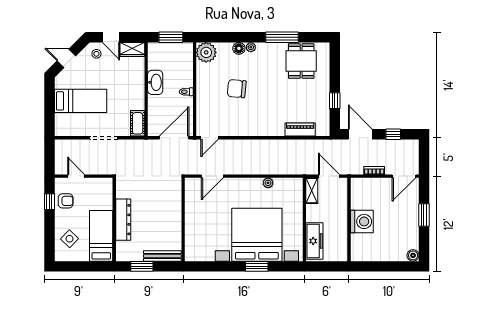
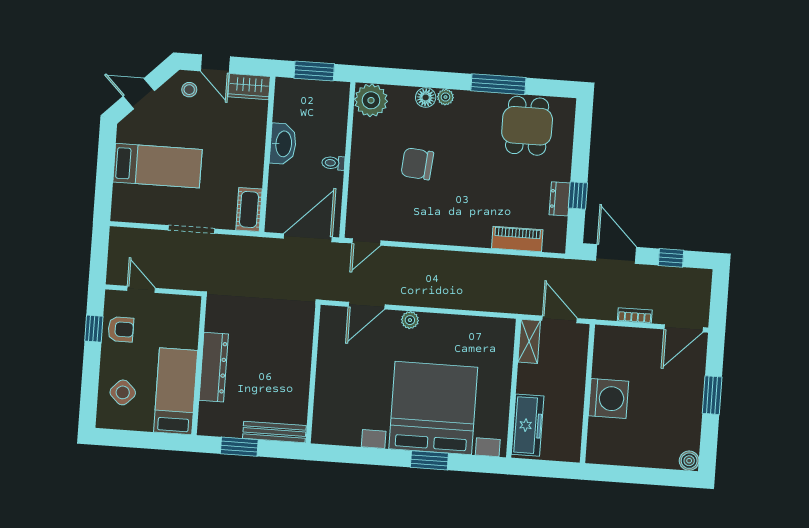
dresser: (324, 104) -> (560, 199), added
plant: (268, 183) -> (410, 320), moved

